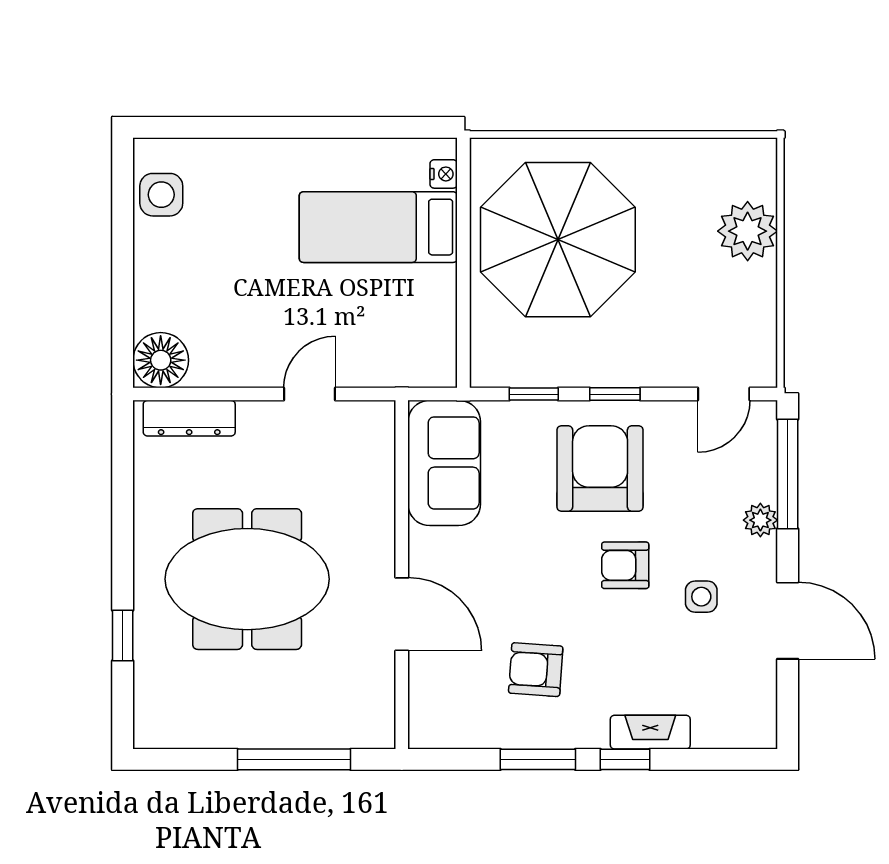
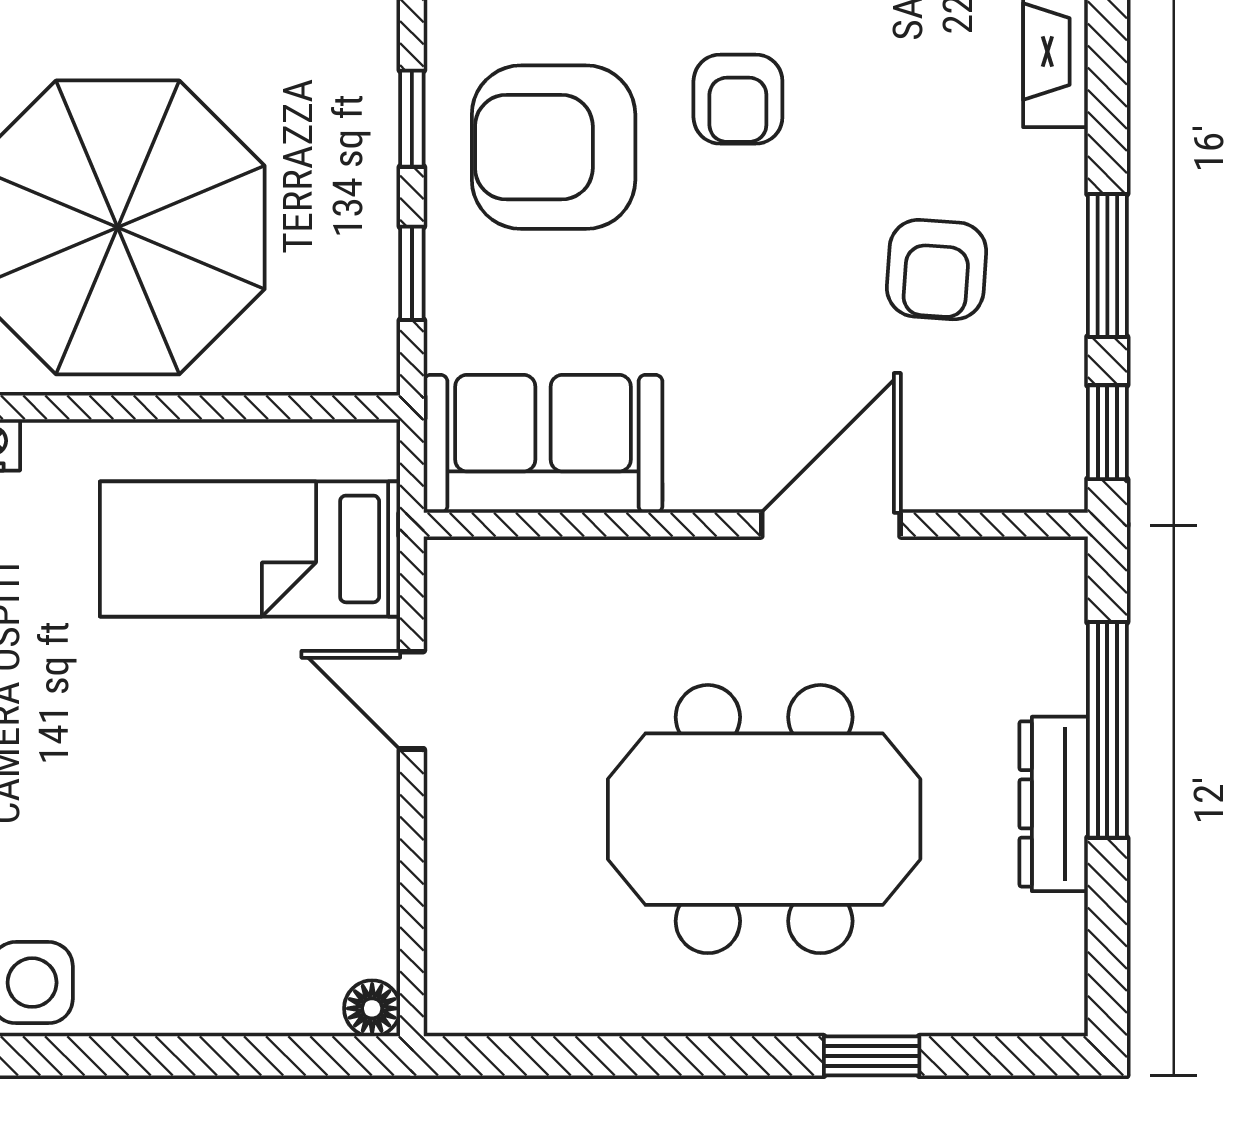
bed: (378, 227) -> (250, 549), moved, turned 90
floor lamp: (161, 360) -> (372, 1008), width x0.53, depth x0.53
dresser: (189, 418) -> (1054, 804), moved, turned 180
meeting table: (247, 579) -> (764, 819), turned 90
window: (625, 759) -> (1107, 432), moved

